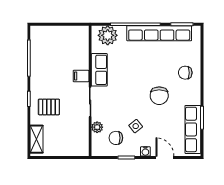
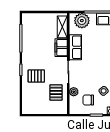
filing cabinet: (81, 76) -> (61, 48), width x2.00
pallet: (74, 128) -> (56, 92), added
shelving: (37, 139) -> (62, 27), moved

